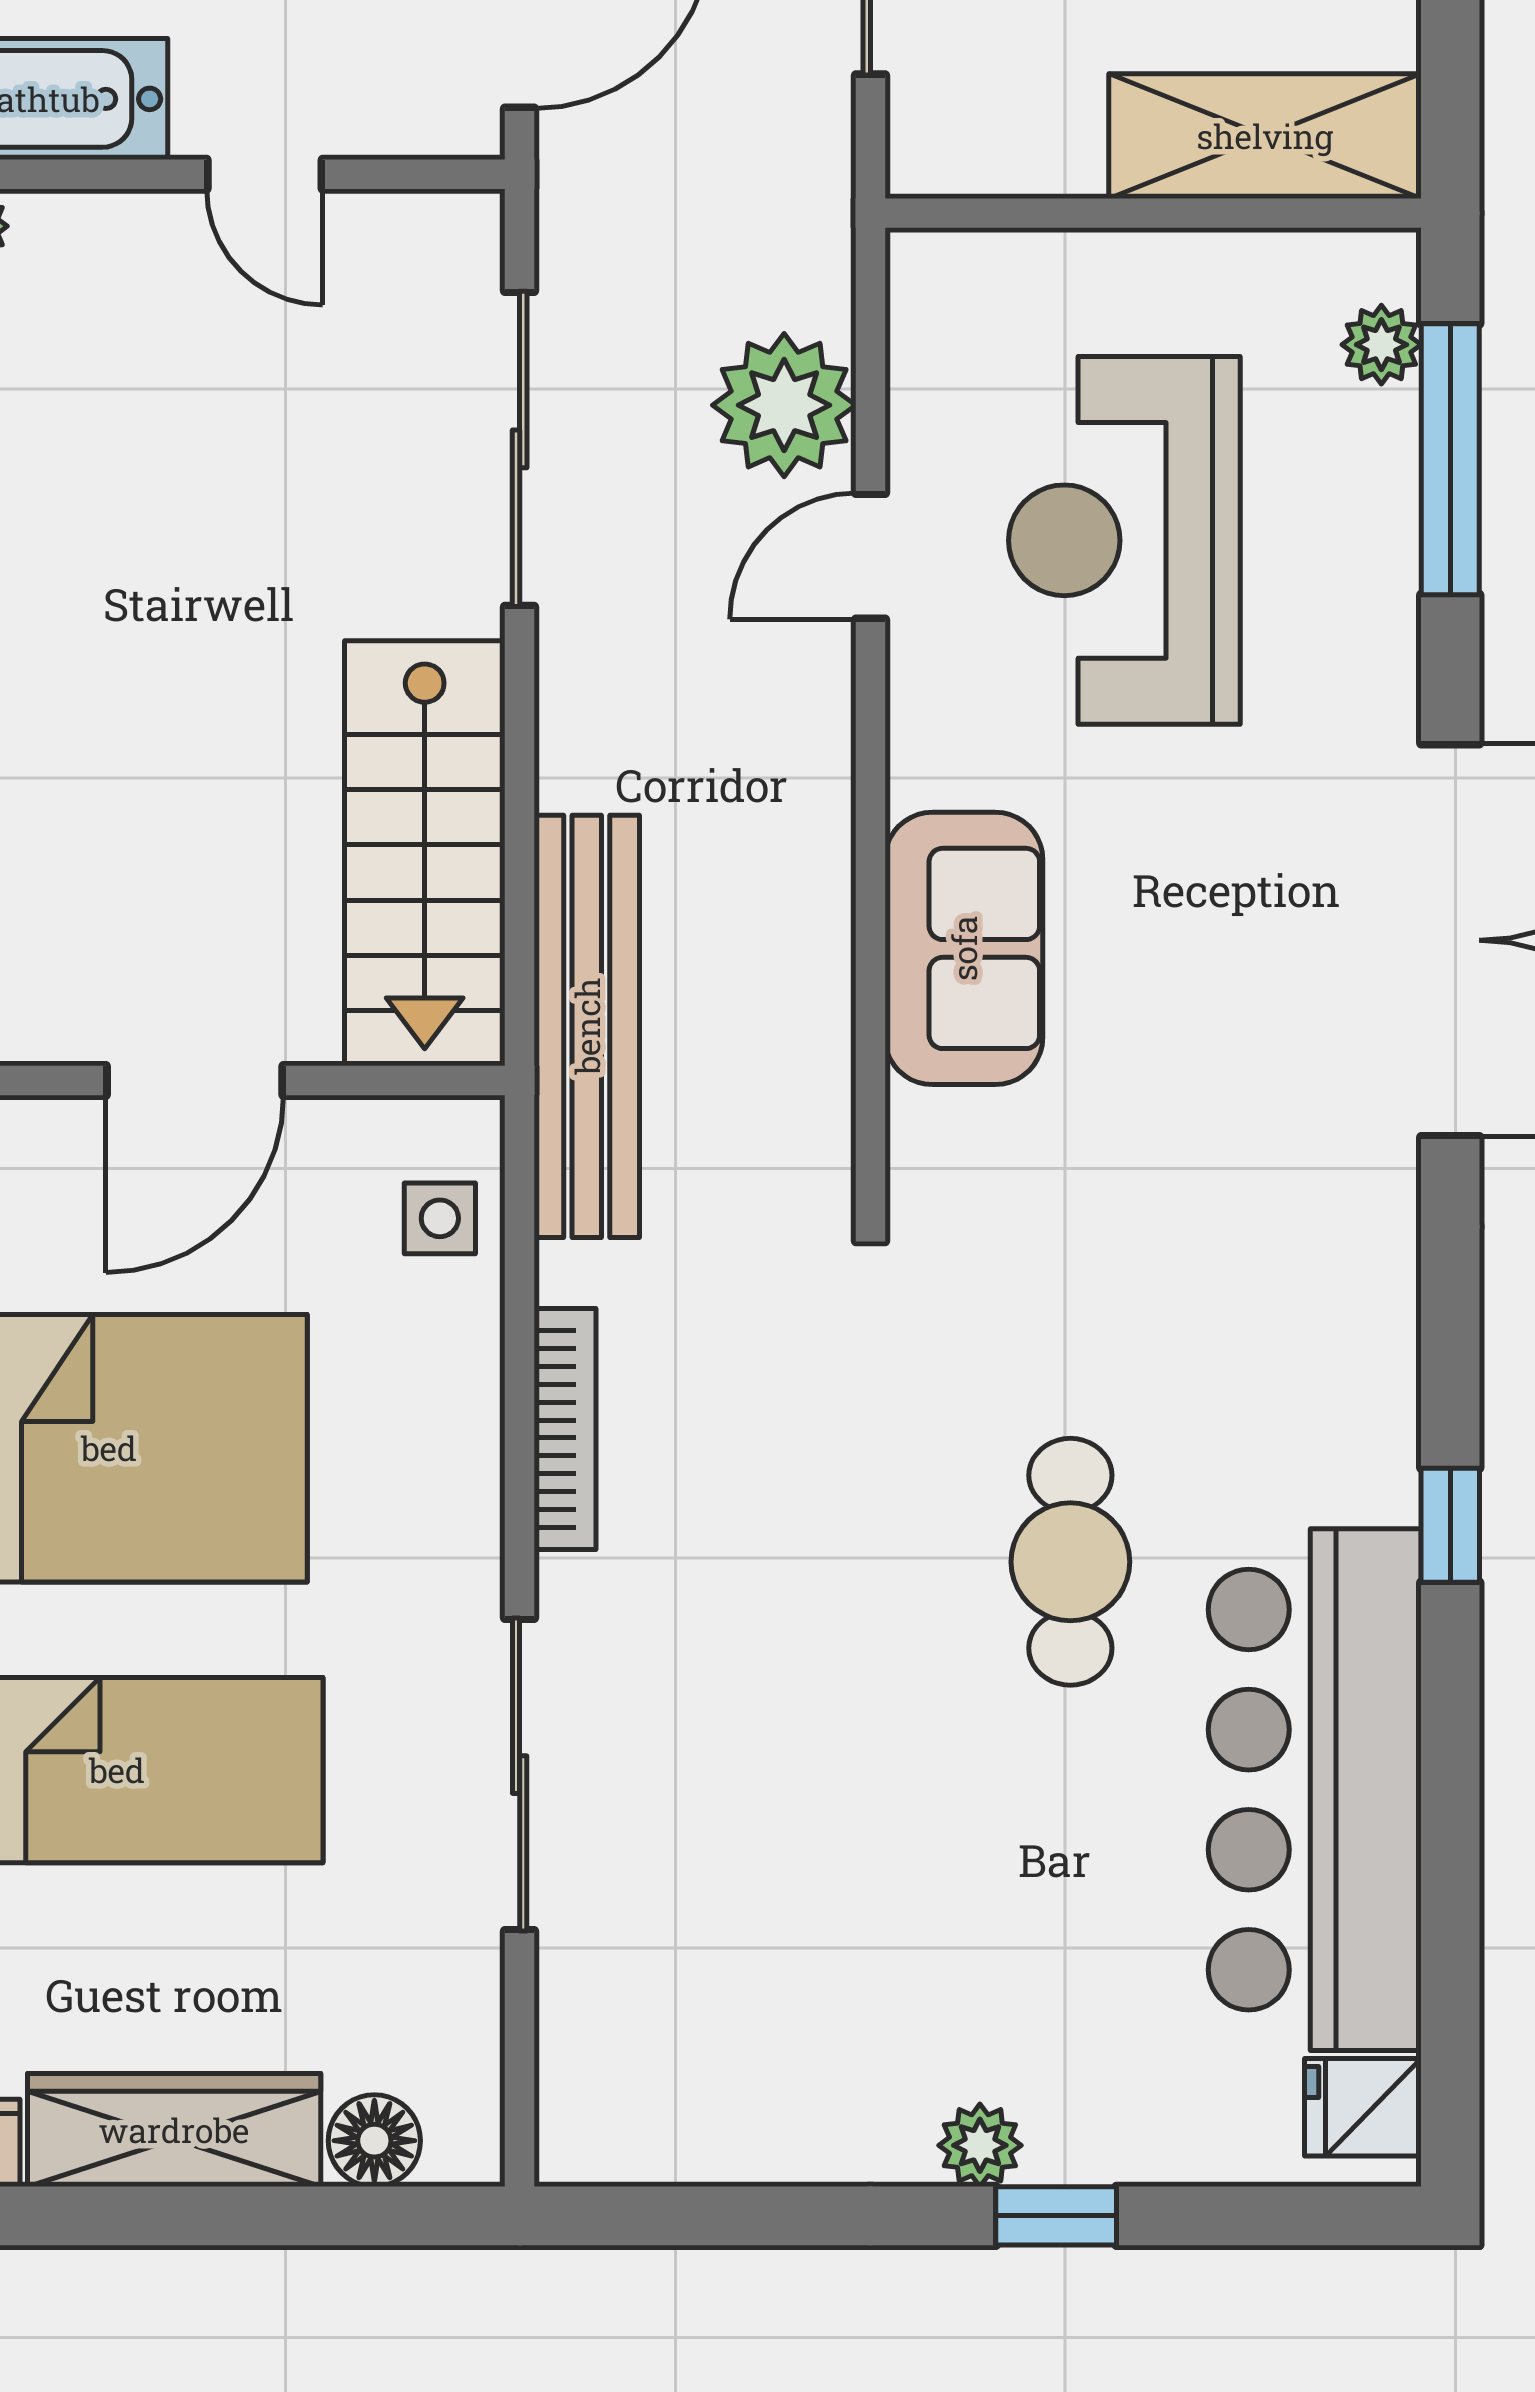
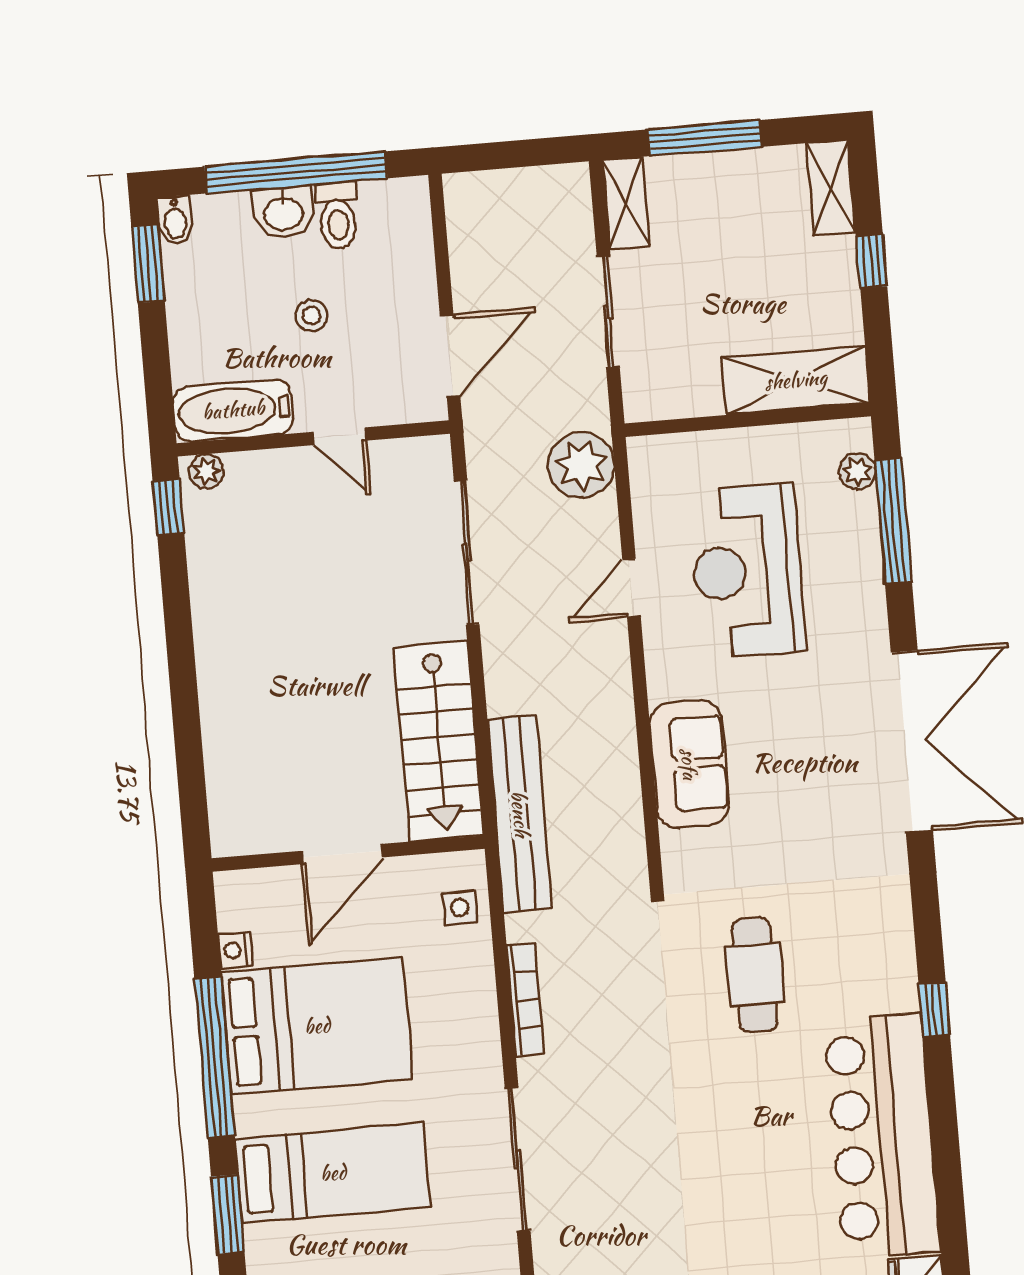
plant: (784, 405) -> (581, 465), moved
cafe table: (1070, 1562) -> (755, 975), moved

